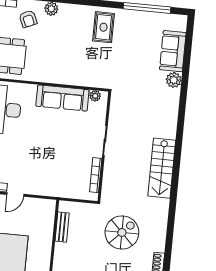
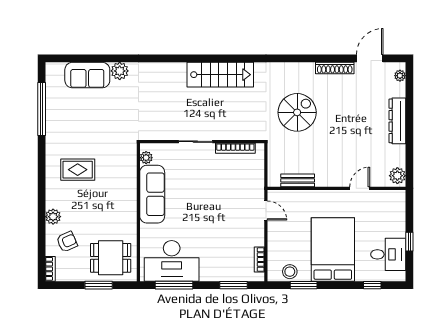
rug: (103, 27) -> (78, 170), moved
door: (15, 194) -> (266, 210), moved
spiral stairs: (122, 232) -> (297, 112), turned 90

